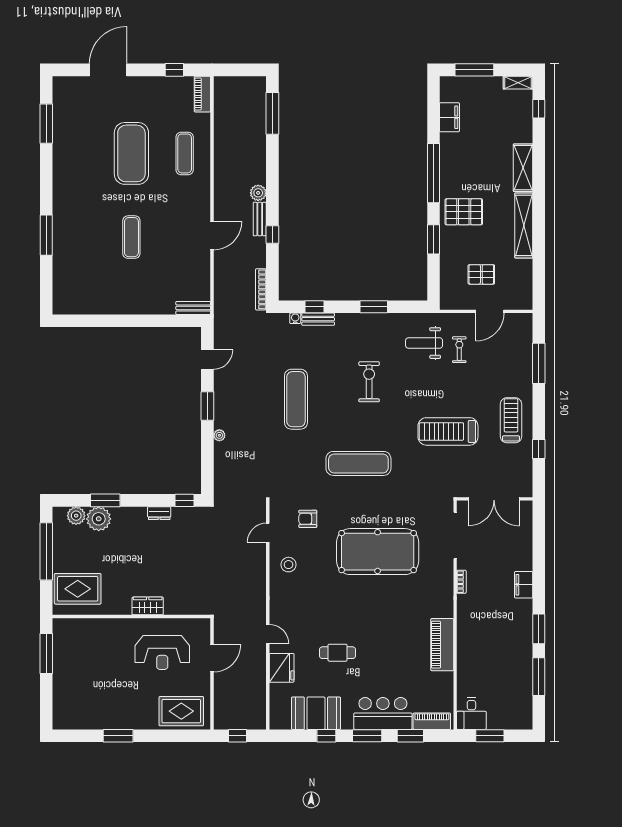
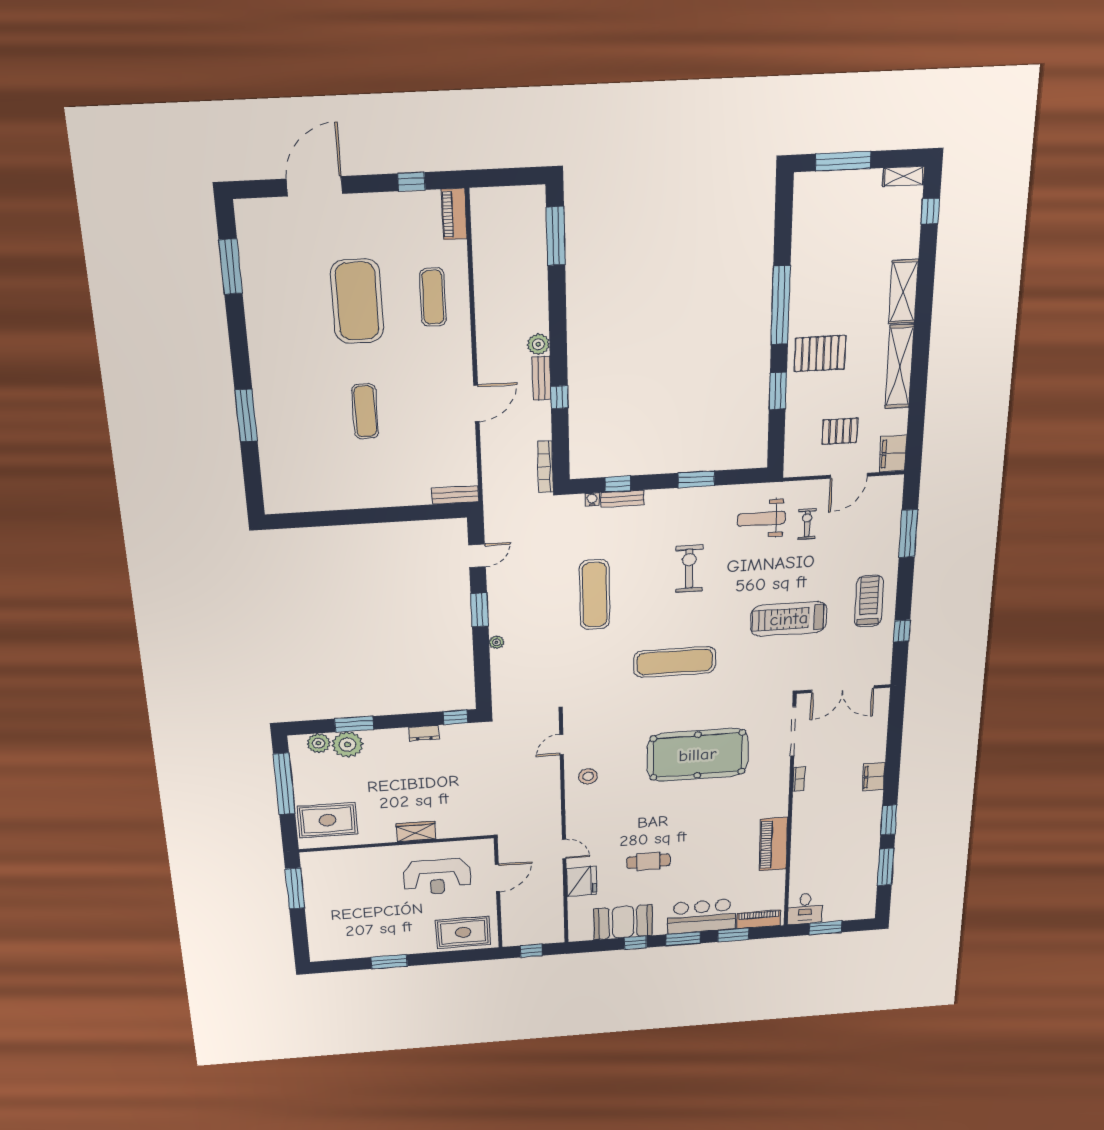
filing cabinet: (449, 117) -> (893, 454), moved, turned 180
armchair: (308, 519) -> (611, 726), removed

